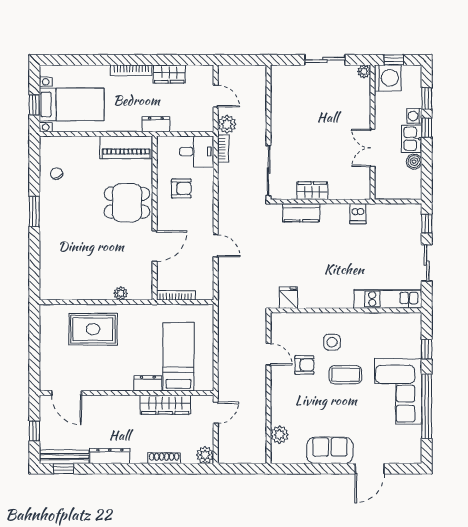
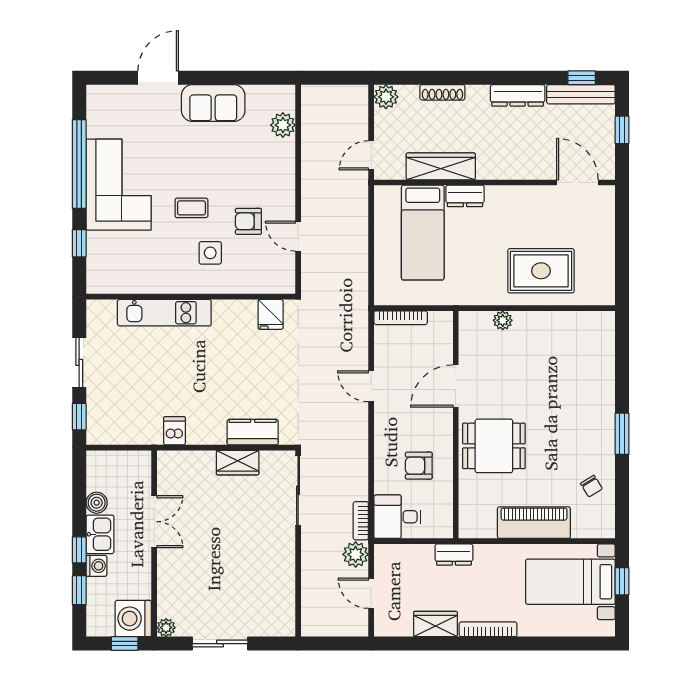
piano: (126, 147) -> (534, 523), moved
bookcase: (176, 295) -> (401, 318), moved
kitchen unit: (388, 299) -> (164, 313), moved
coffee table: (346, 375) -> (191, 208), width x0.73, depth x0.77

